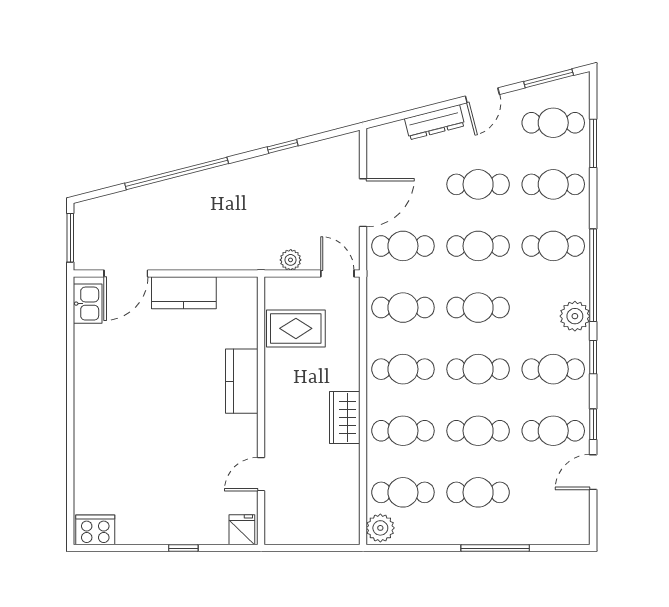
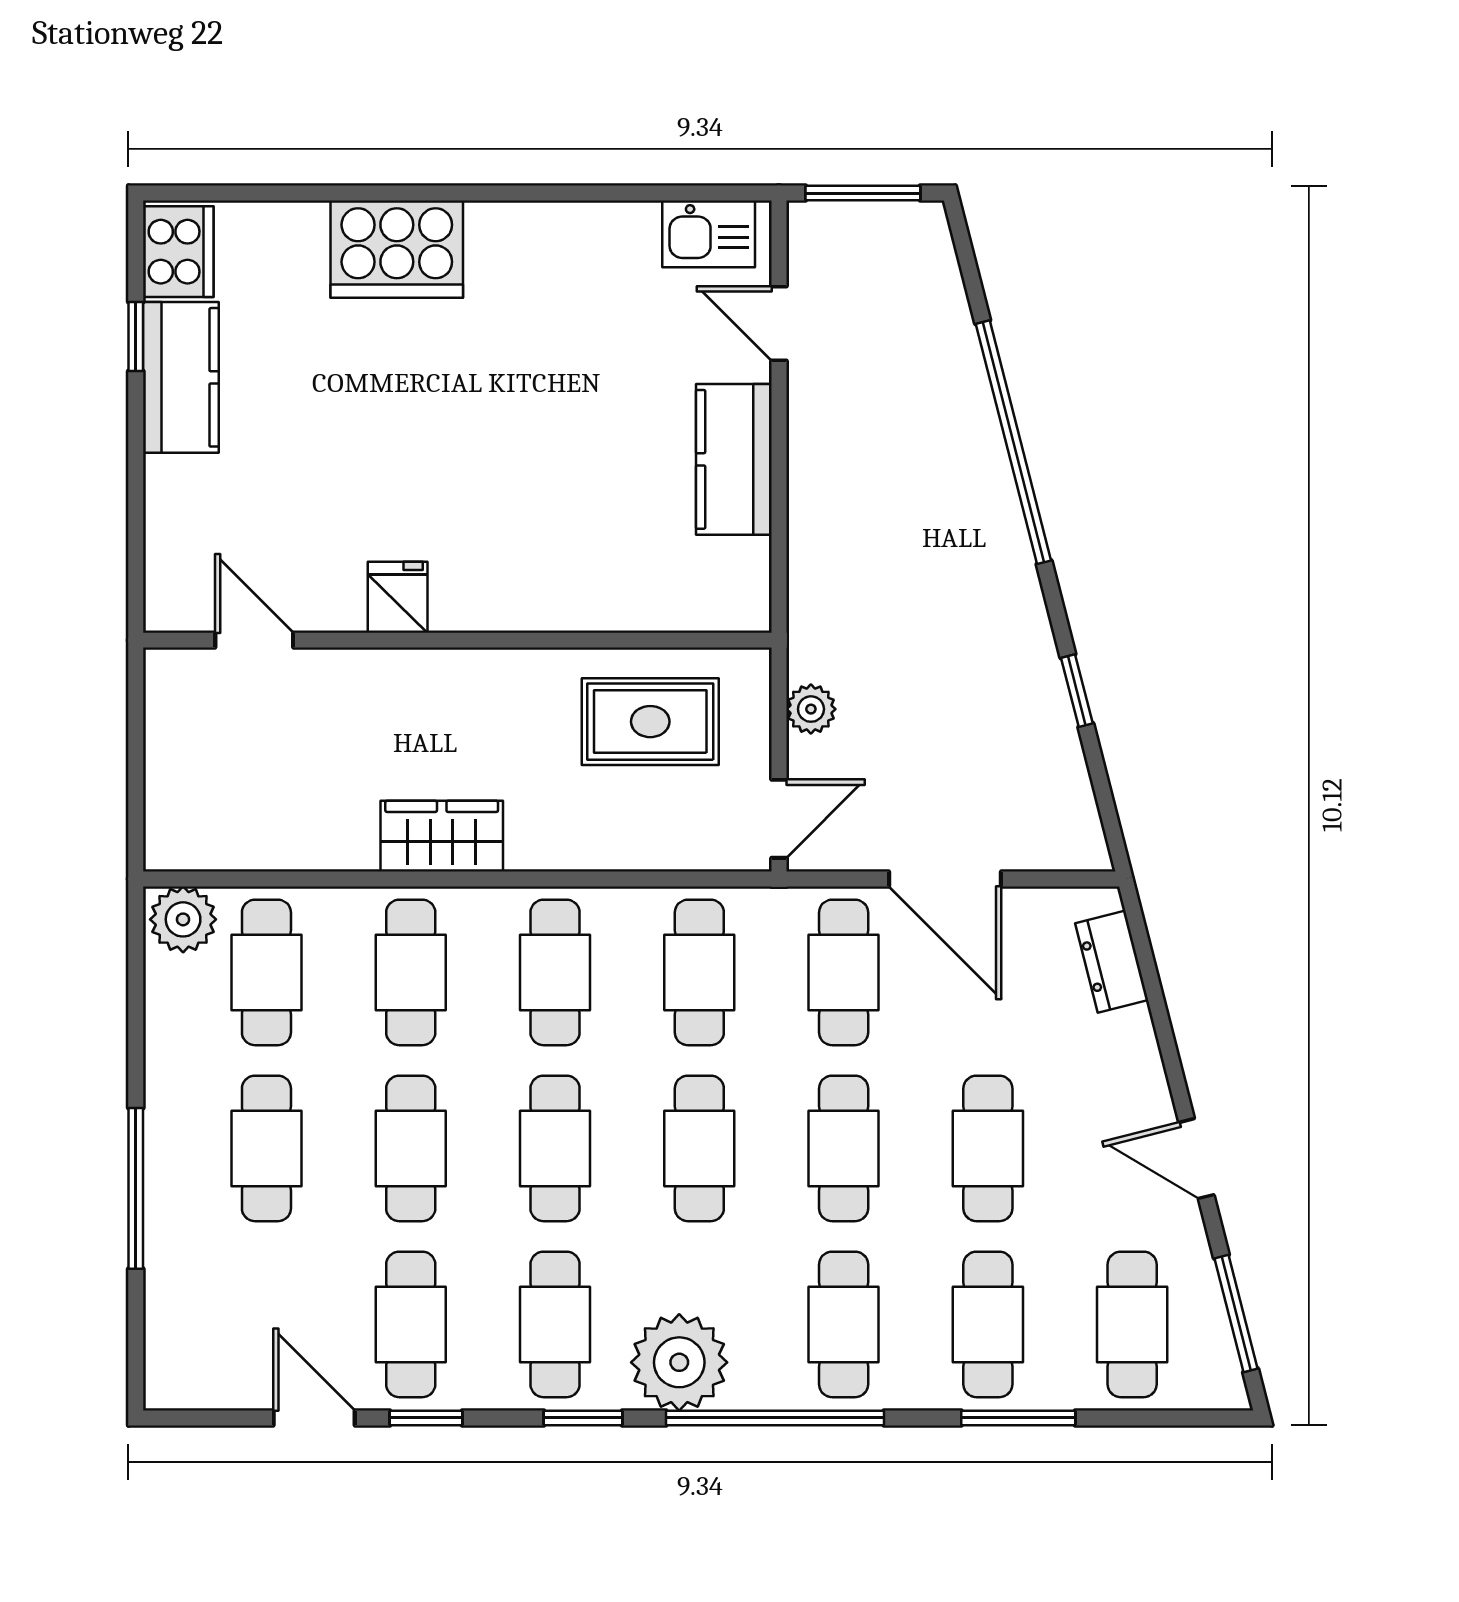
dresser: (435, 122) -> (1112, 962), moved, width x0.70
window: (593, 143) -> (1018, 1418), moved
door: (126, 274) -> (779, 324), width x0.73
plant: (575, 316) -> (679, 1362), width x1.36, depth x1.36
rug: (296, 328) -> (650, 722), turned 90
kitchen counter: (242, 381) -> (181, 377), moved, turned 90
cooker: (94, 437) -> (397, 249), added
door: (261, 474) -> (254, 640), moved
fridge: (242, 530) -> (398, 597), moved, turned -90
window: (183, 548) -> (136, 337), moved

